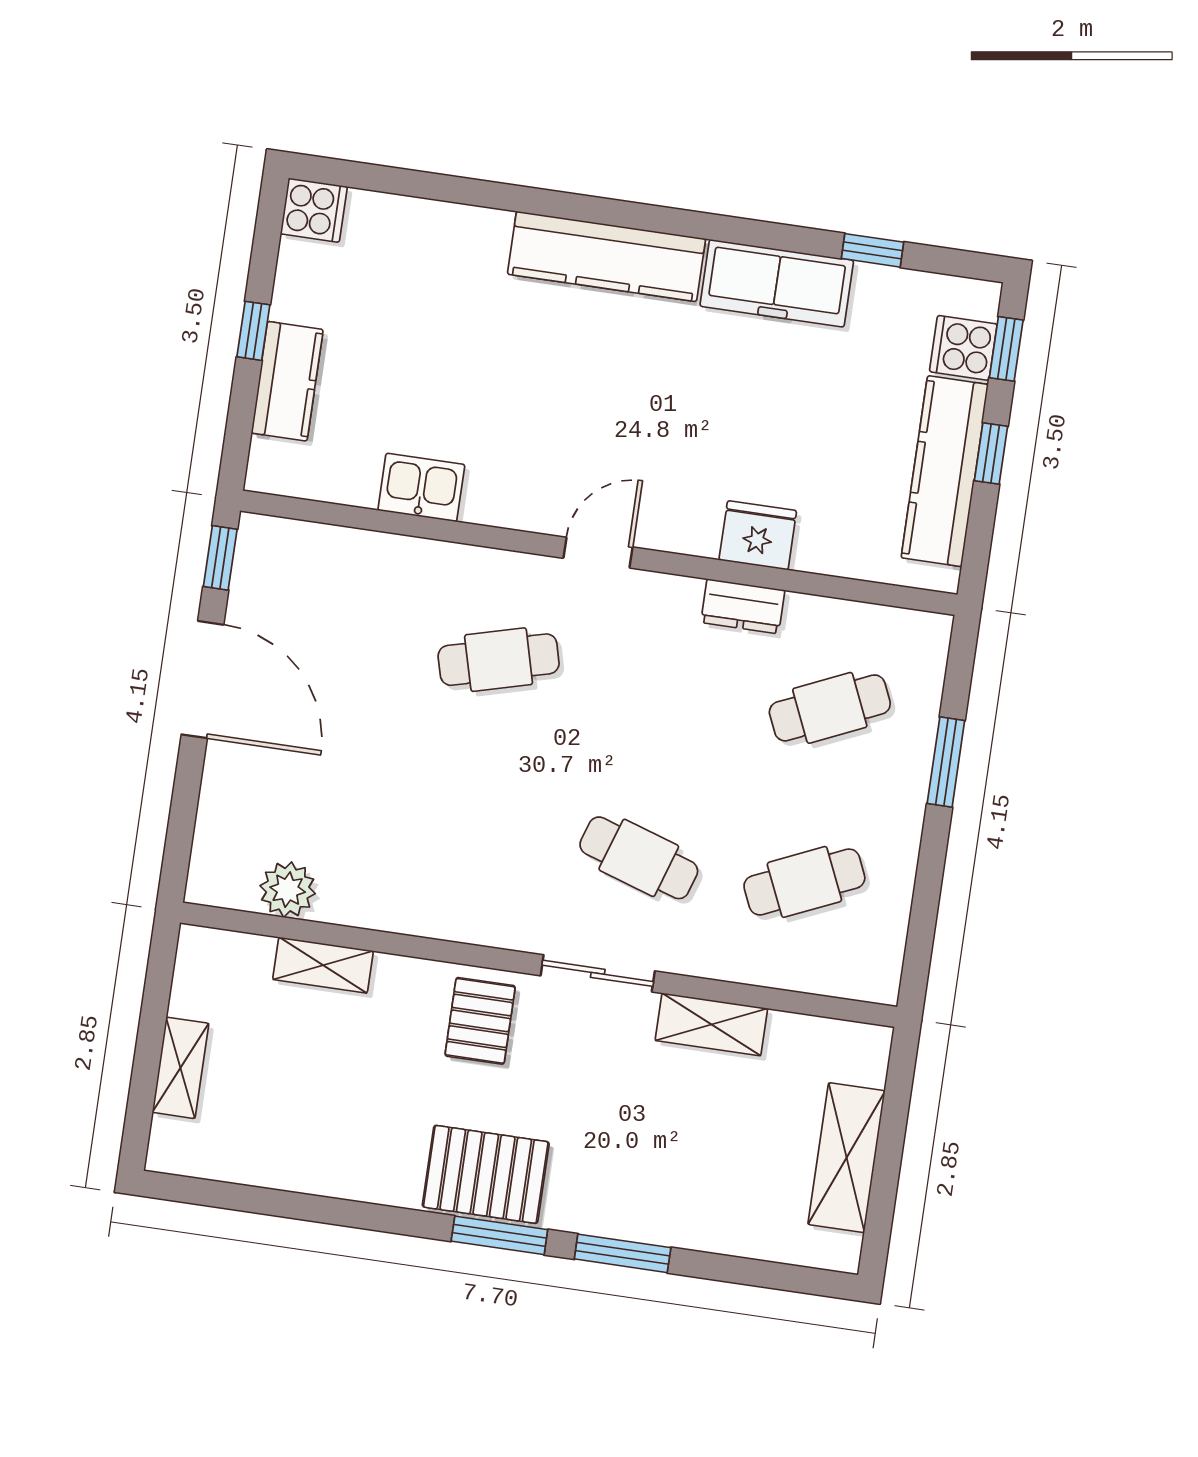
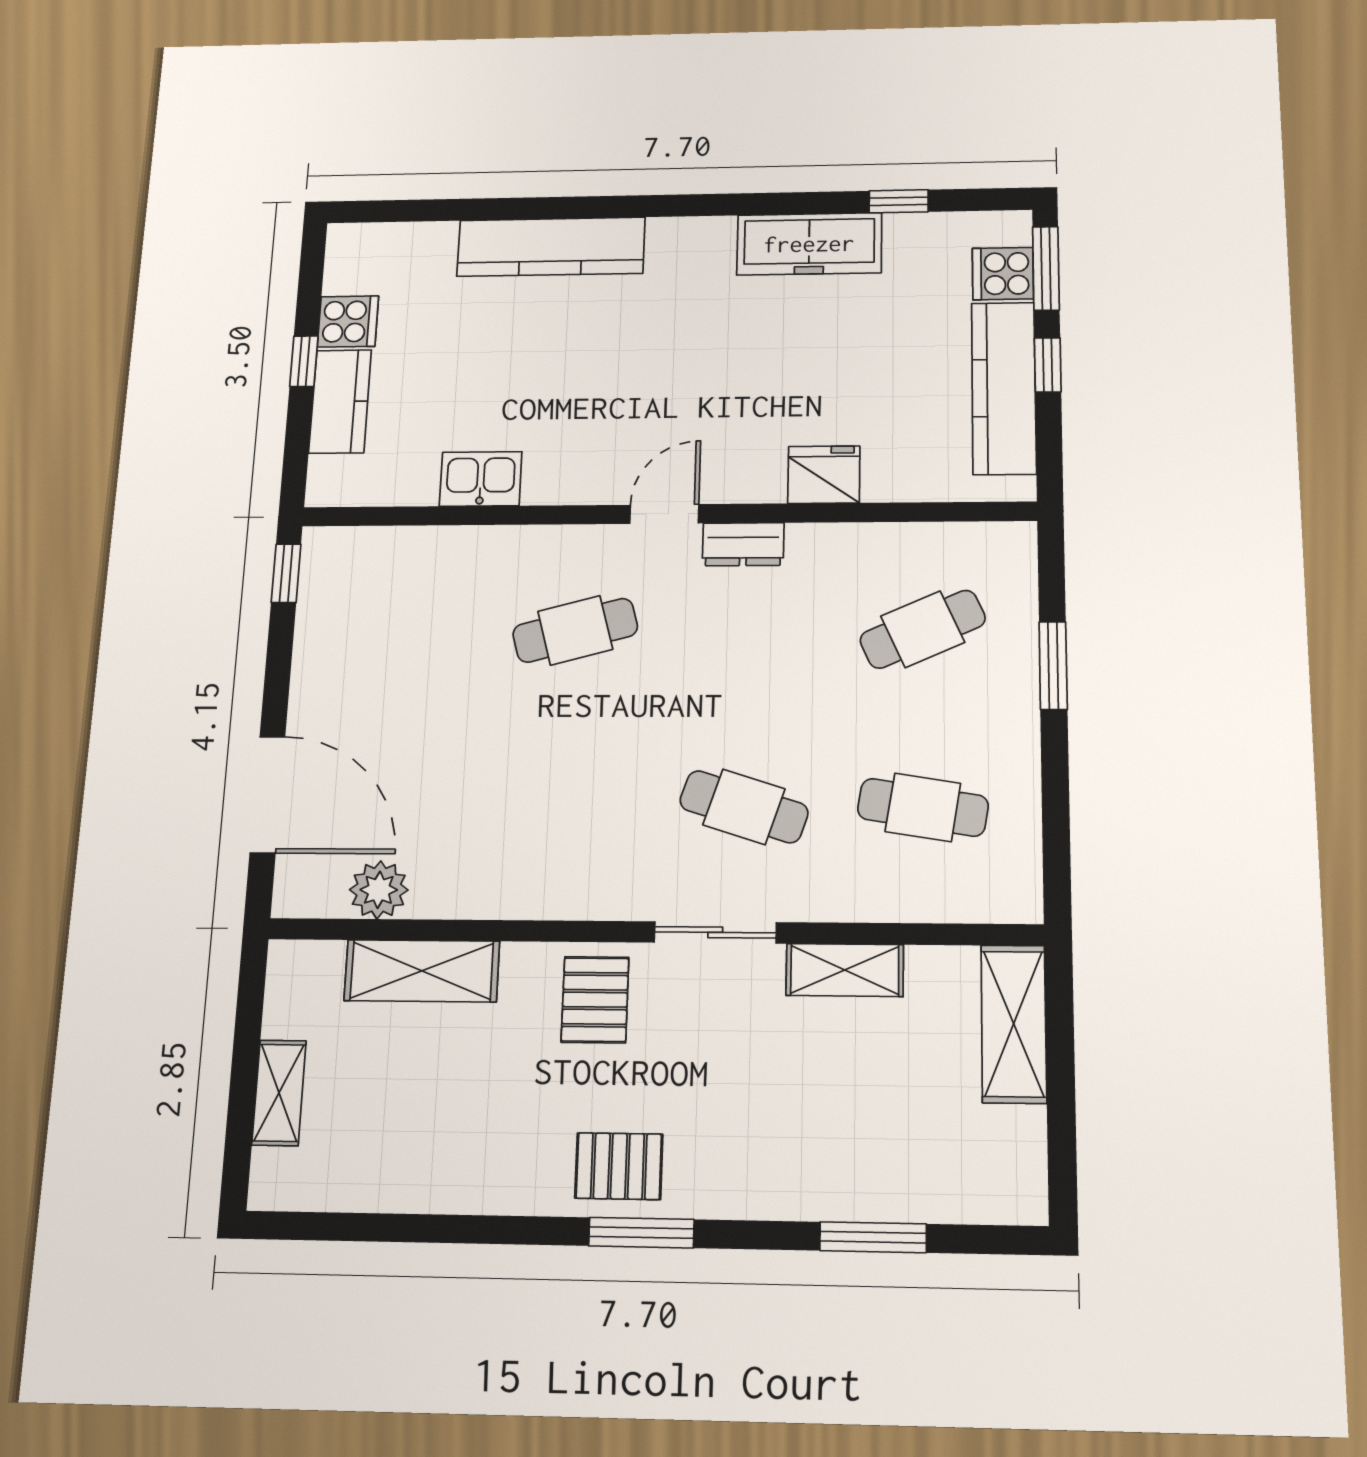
cooker: (314, 210) -> (348, 321), moved
kitchen counter: (606, 256) -> (551, 247), moved
window: (1006, 349) -> (1046, 268), width x1.50
dresser: (743, 606) -> (743, 544), moved
door: (203, 680) -> (268, 795), moved
cafe table: (804, 882) -> (923, 807), turned 33
shelving: (323, 965) -> (422, 971), width x1.50, depth x1.33
shelving: (847, 1158) -> (1014, 1024), moved
pallet: (486, 1174) -> (619, 1166), width x0.67, depth x0.71
window: (623, 1253) -> (873, 1237), moved

